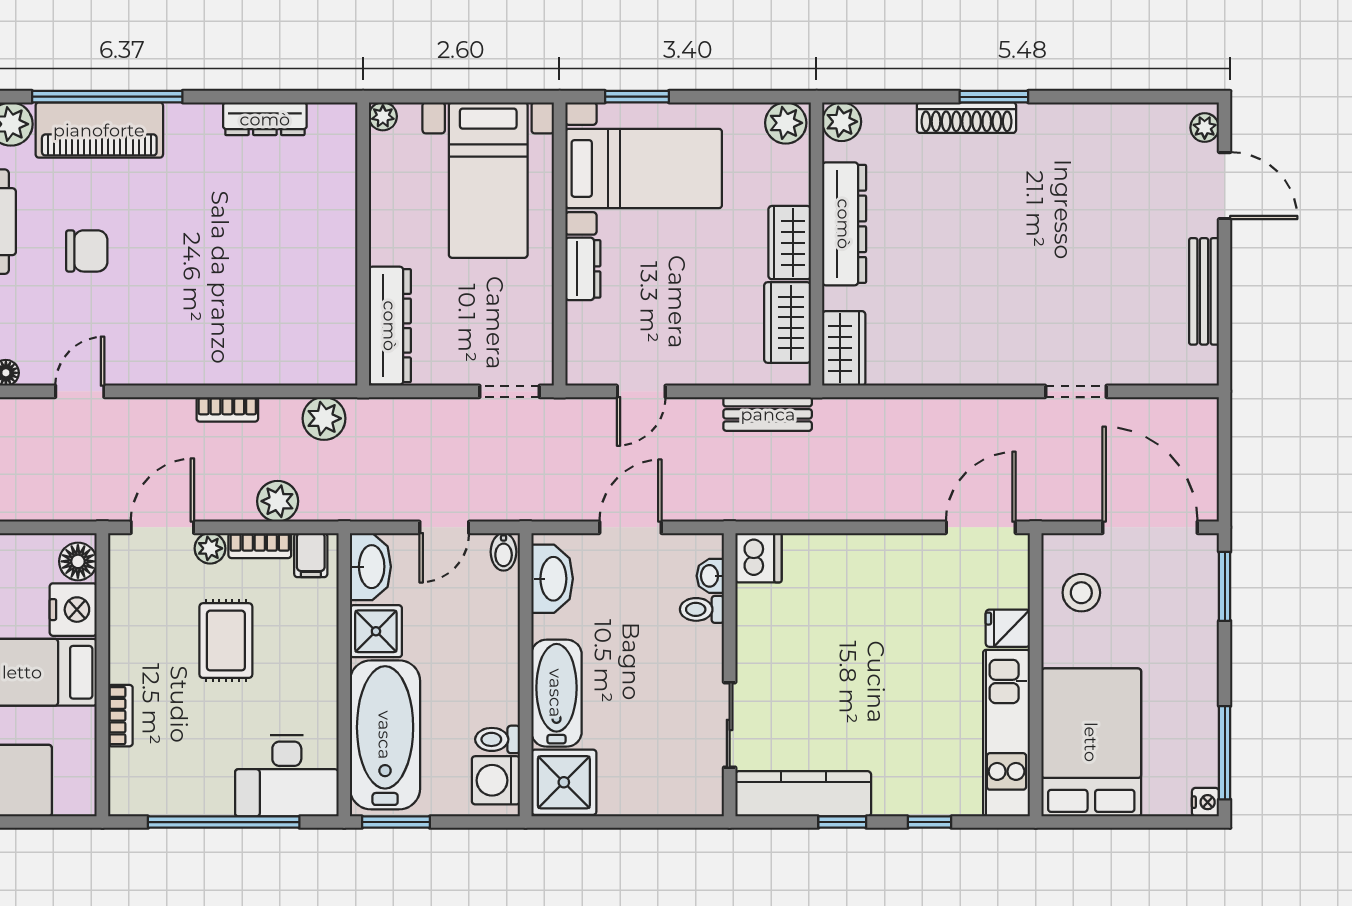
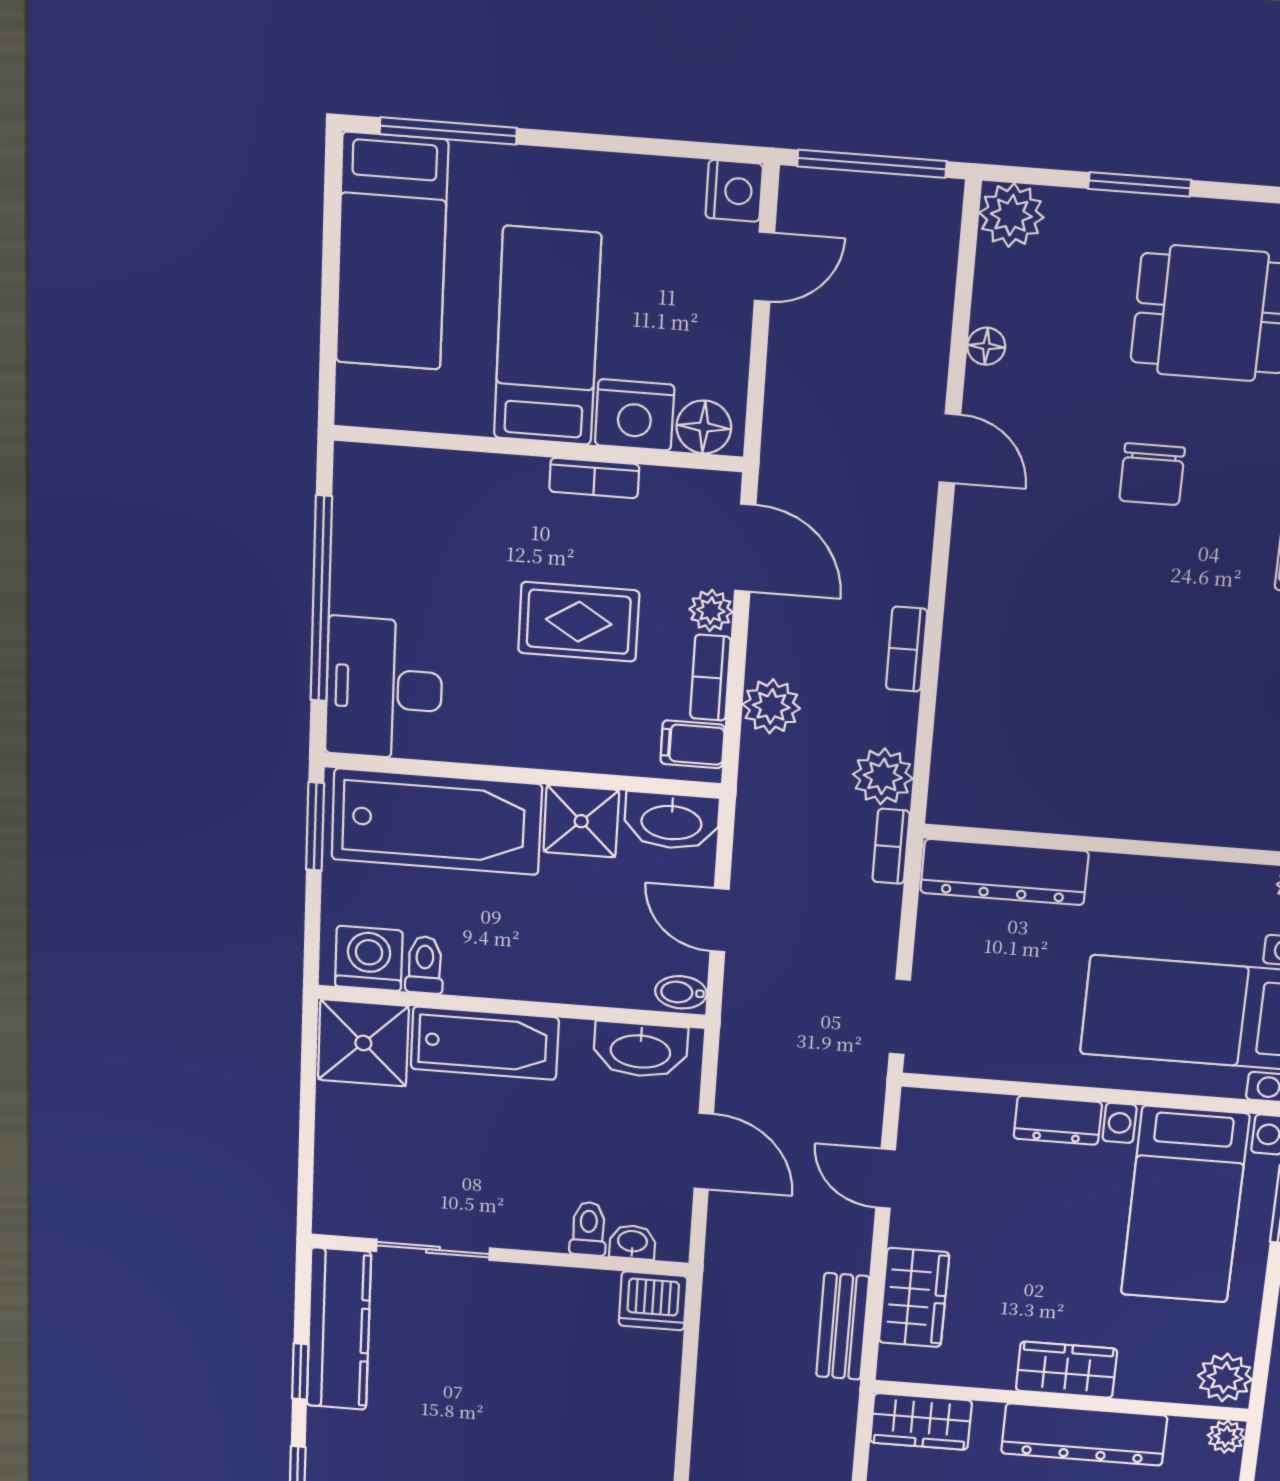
plant: (842, 122) -> (1226, 1437), width x0.73, depth x0.73
wardrobe: (787, 322) -> (914, 1298), moved, turned 90
bookcase: (377, 408) -> (891, 846), added
bookcase: (120, 716) -> (594, 478), moved

